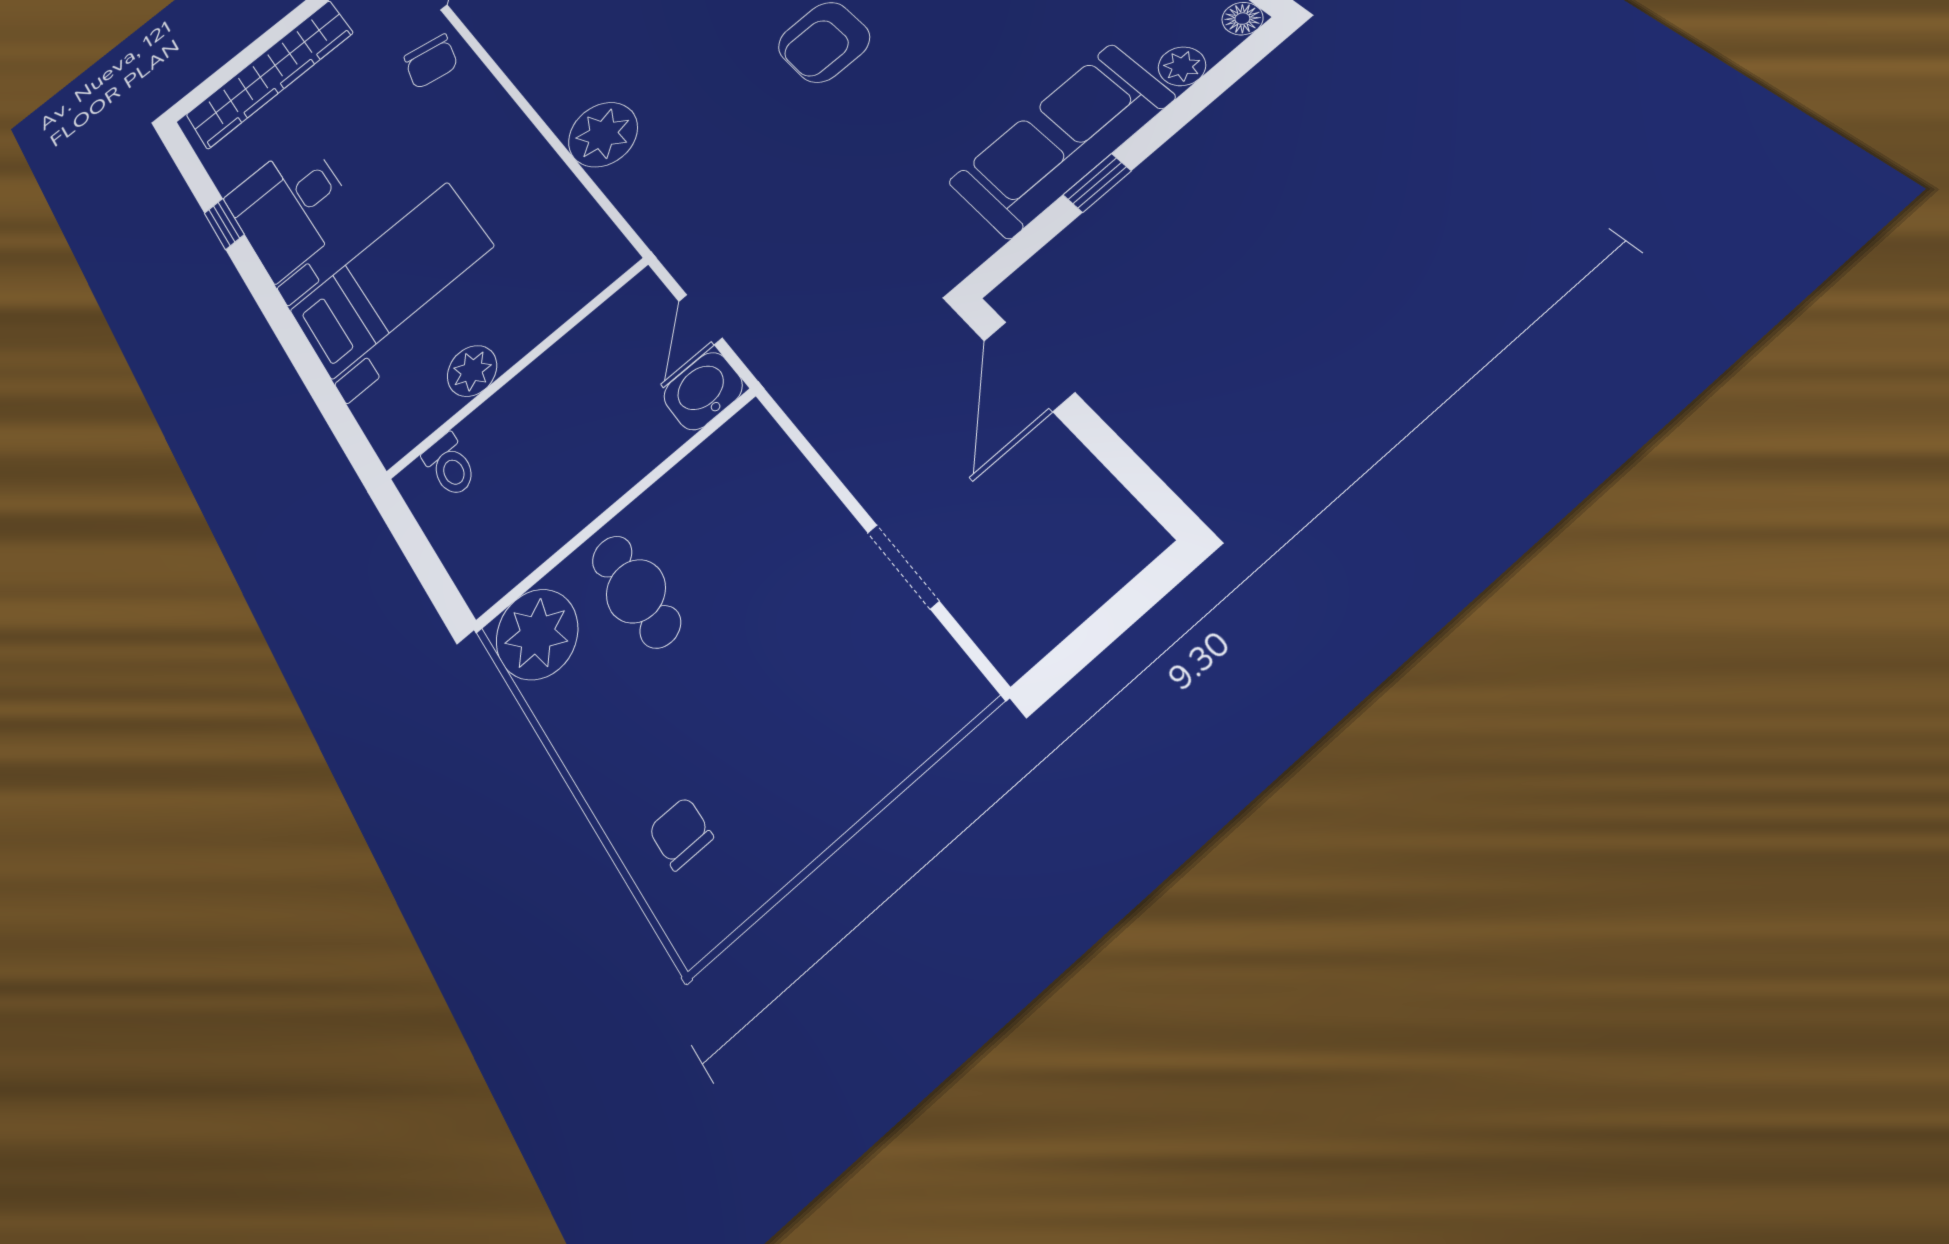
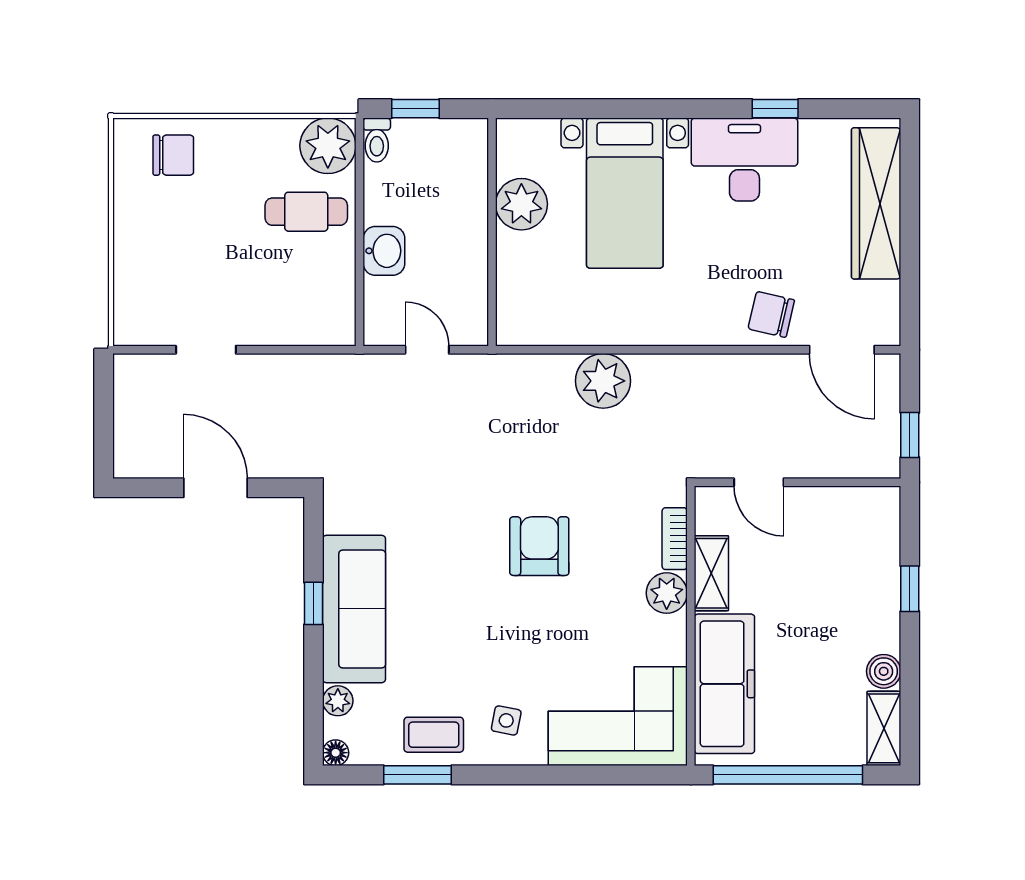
door: (1029, 366) -> (215, 488), moved
plant: (472, 371) -> (521, 204), width x1.36, depth x1.36
washbasin: (703, 391) -> (384, 251), moved
toilet: (450, 466) -> (377, 140), moved, turned -90
window: (428, 568) -> (415, 109), added
chair: (681, 833) -> (173, 155), width x1.37, depth x1.37

